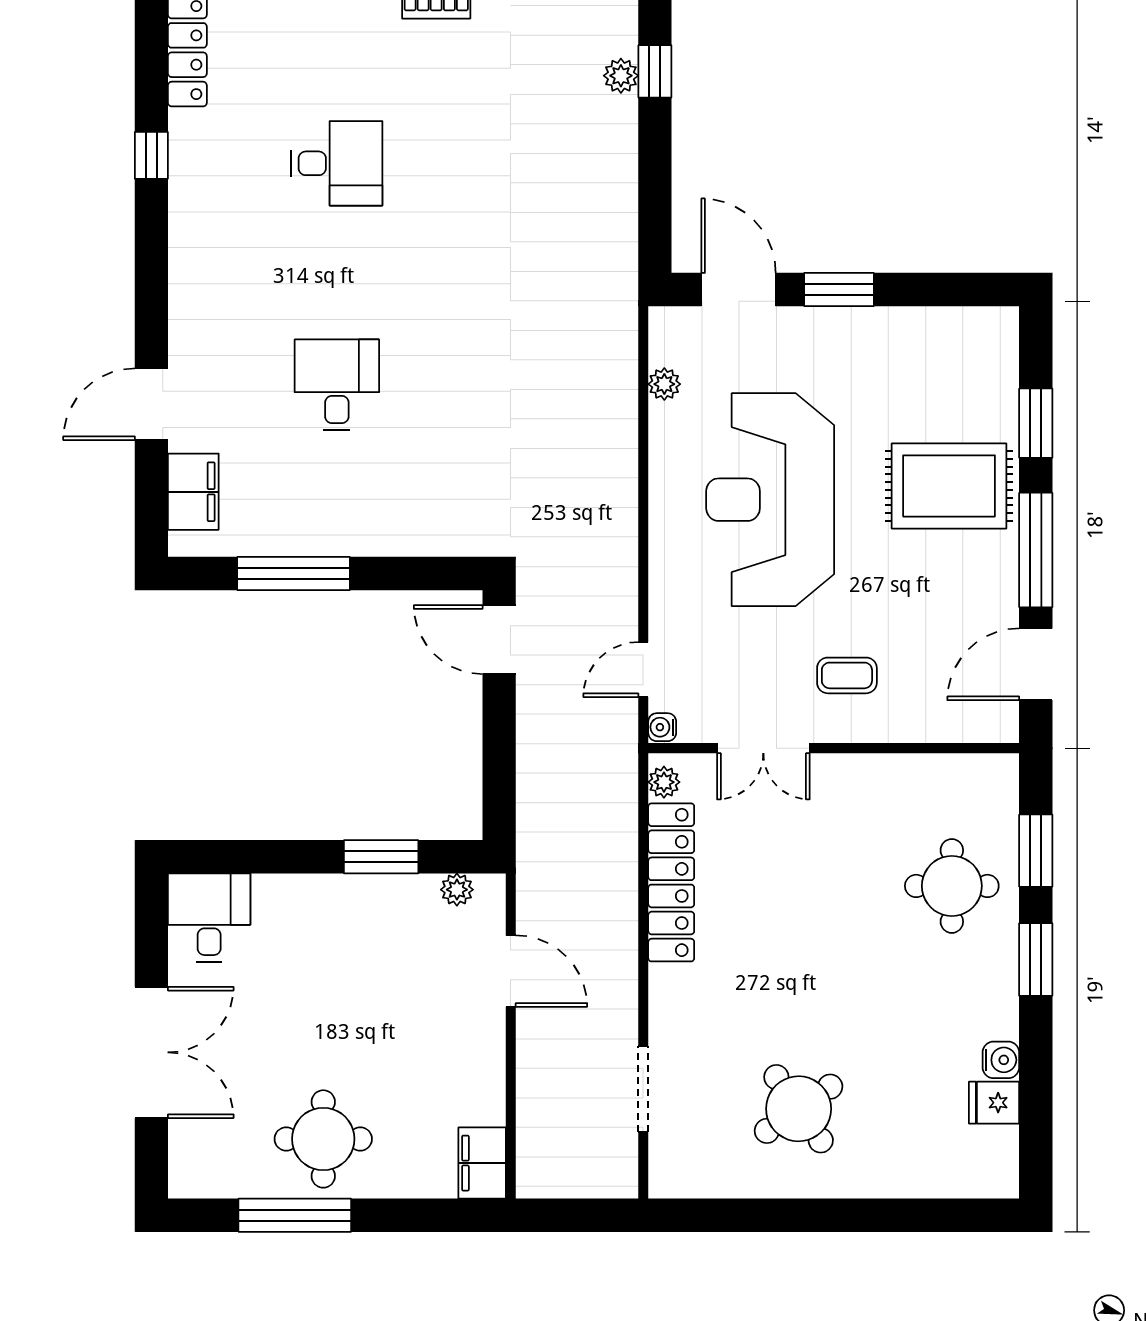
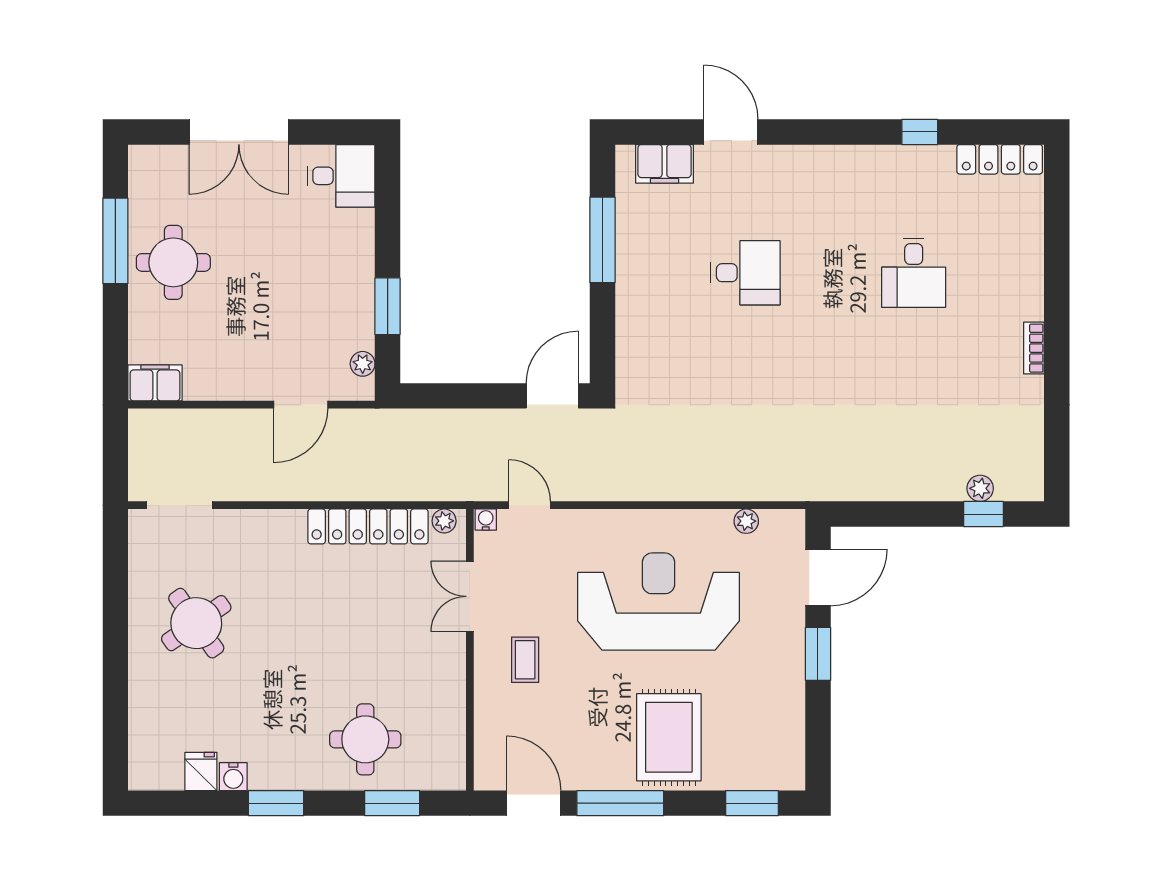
window: (1036, 423) -> (752, 803), moved
window: (1036, 960) -> (276, 803), moved
doorway: (643, 1089) -> (180, 505), moved

